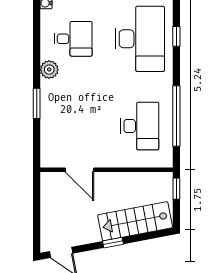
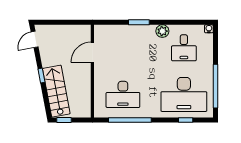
window: (176, 189) -> (64, 120), moved

